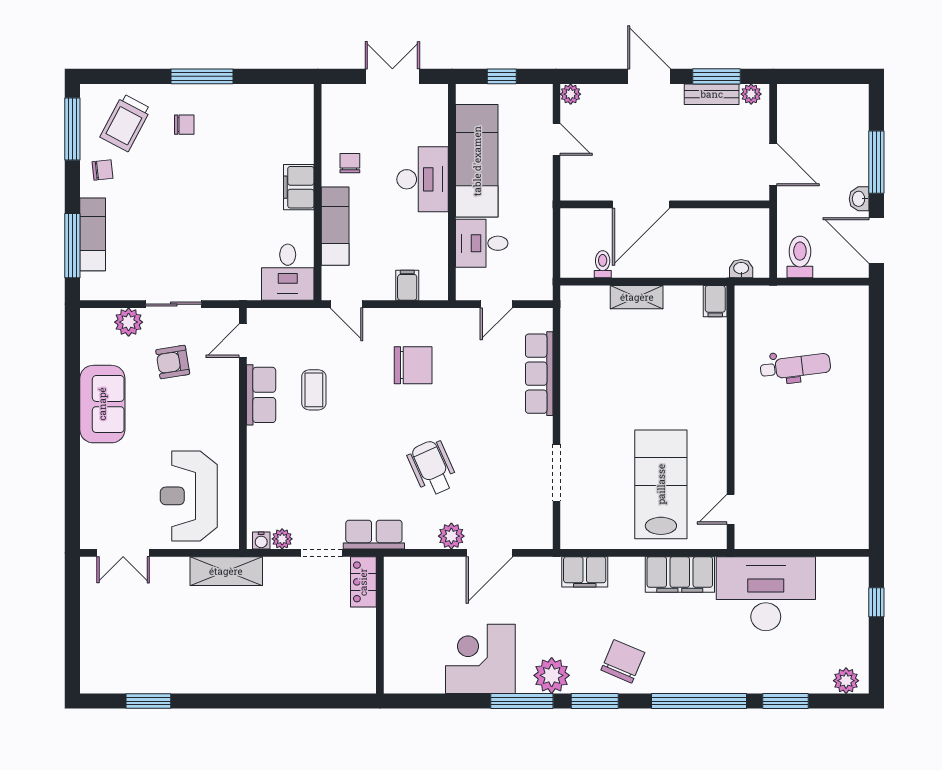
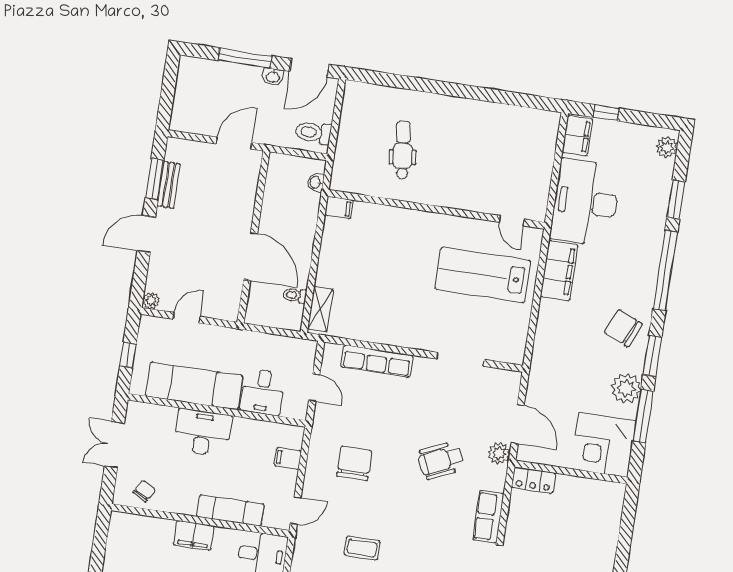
plant: (751, 94) -> (173, 152), removed
chair: (350, 163) -> (144, 491), moved, turned 119
shelving: (637, 297) -> (320, 309), moved
filing cabinet: (585, 572) -> (577, 136), moved
locker: (363, 582) -> (534, 480), moved
wall: (380, 625) -> (571, 472), moved

